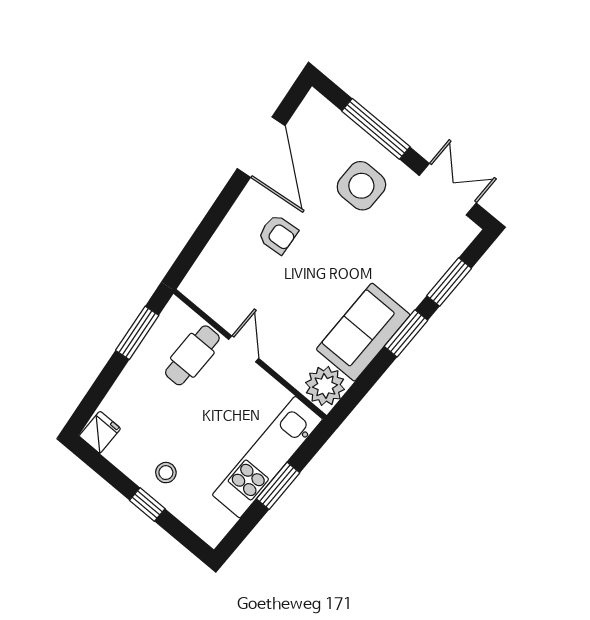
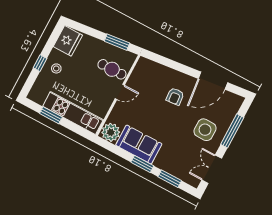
double door: (448, 189) -> (212, 169), swing flipped
fridge: (100, 432) -> (68, 41), width x1.88, depth x1.34
window: (278, 486) -> (51, 115), moved

